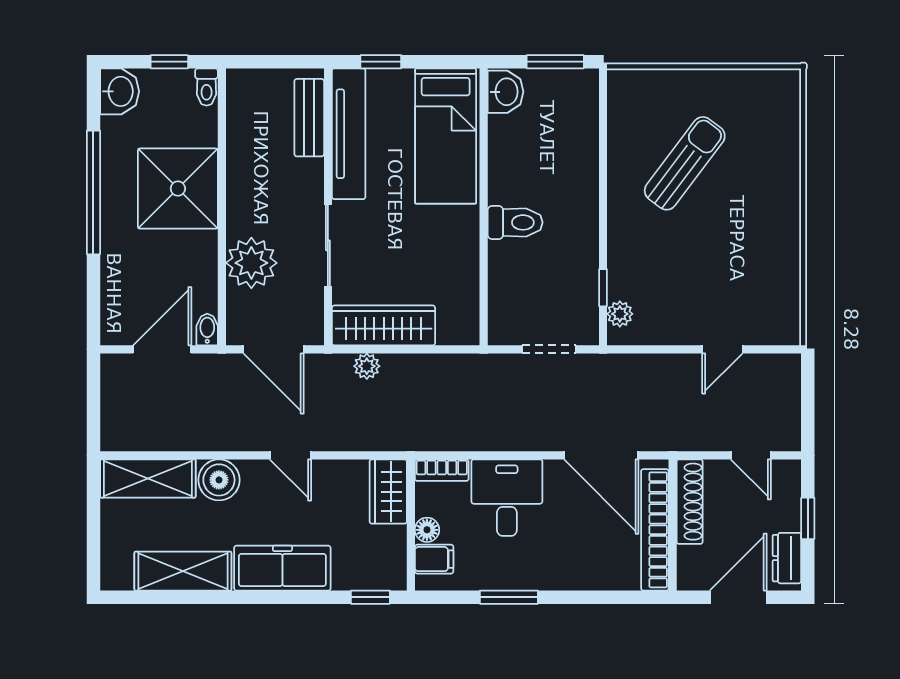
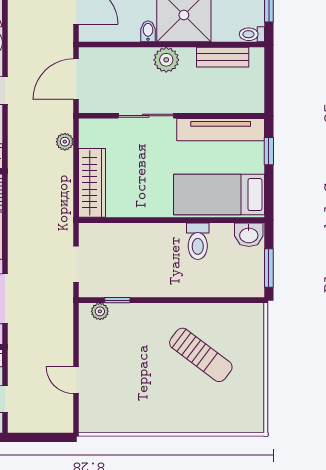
bench: (309, 118) -> (223, 57), moved
toilet: (515, 222) -> (198, 241), moved
plant: (251, 263) -> (166, 60), moved, width x0.73, depth x0.73
wardrobe: (384, 325) -> (92, 183), moved
bidet: (207, 330) -> (148, 31), moved, turned -90

